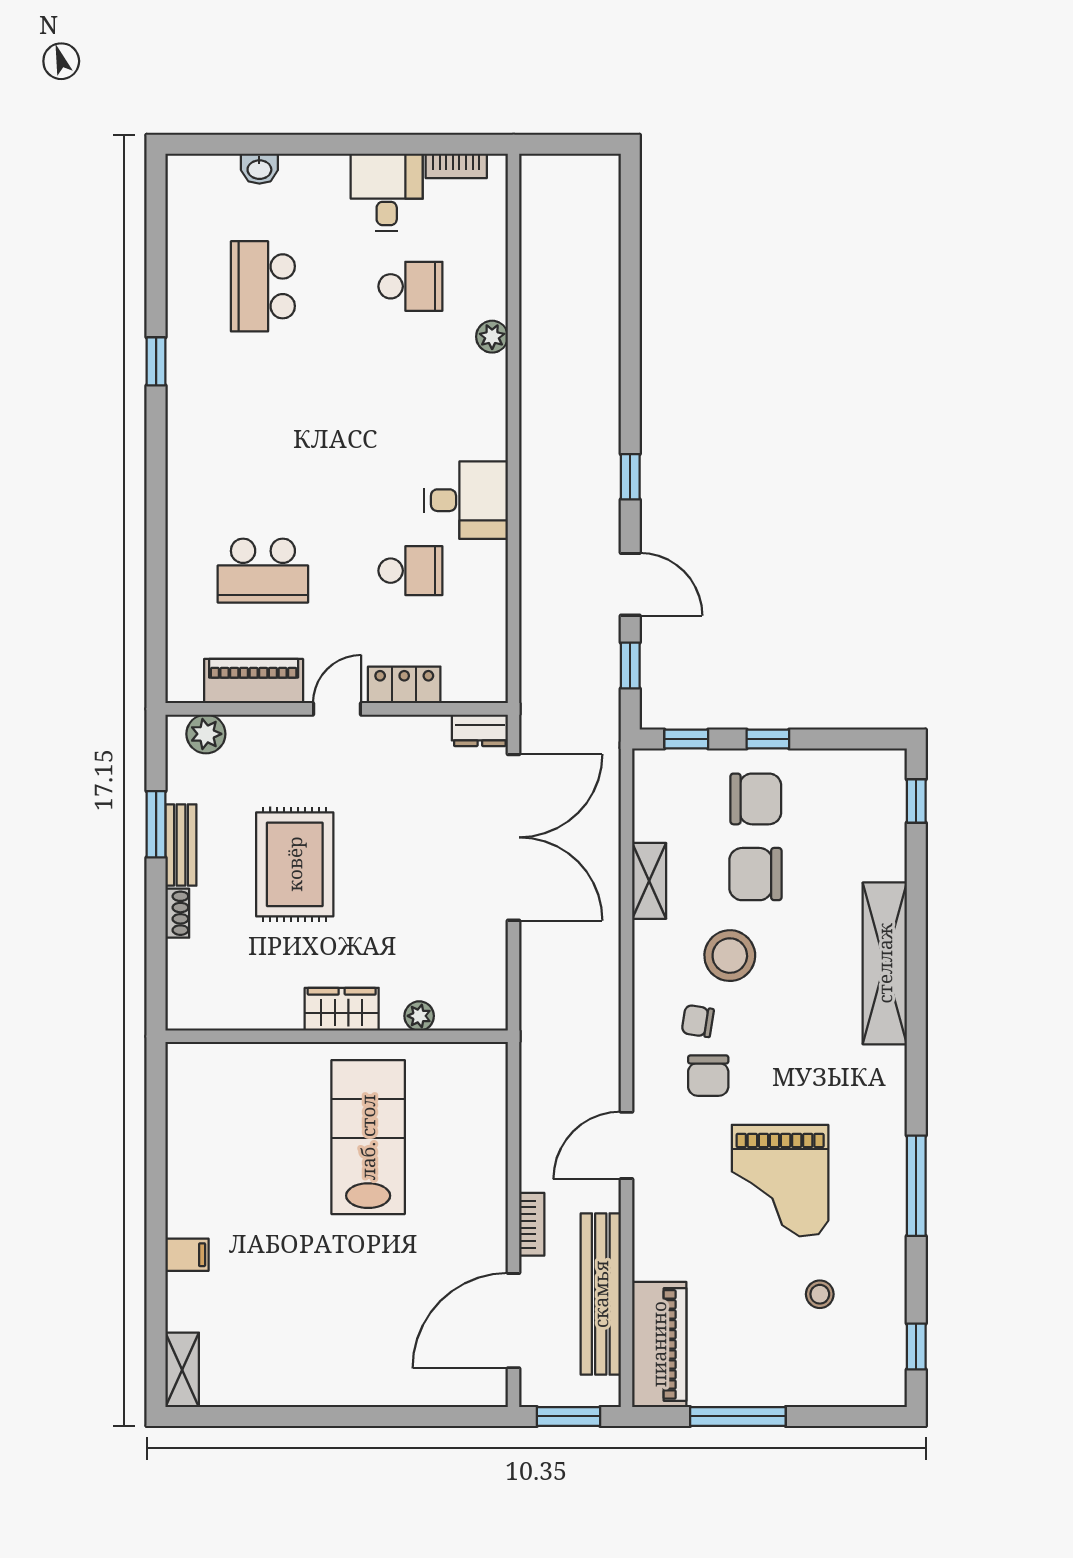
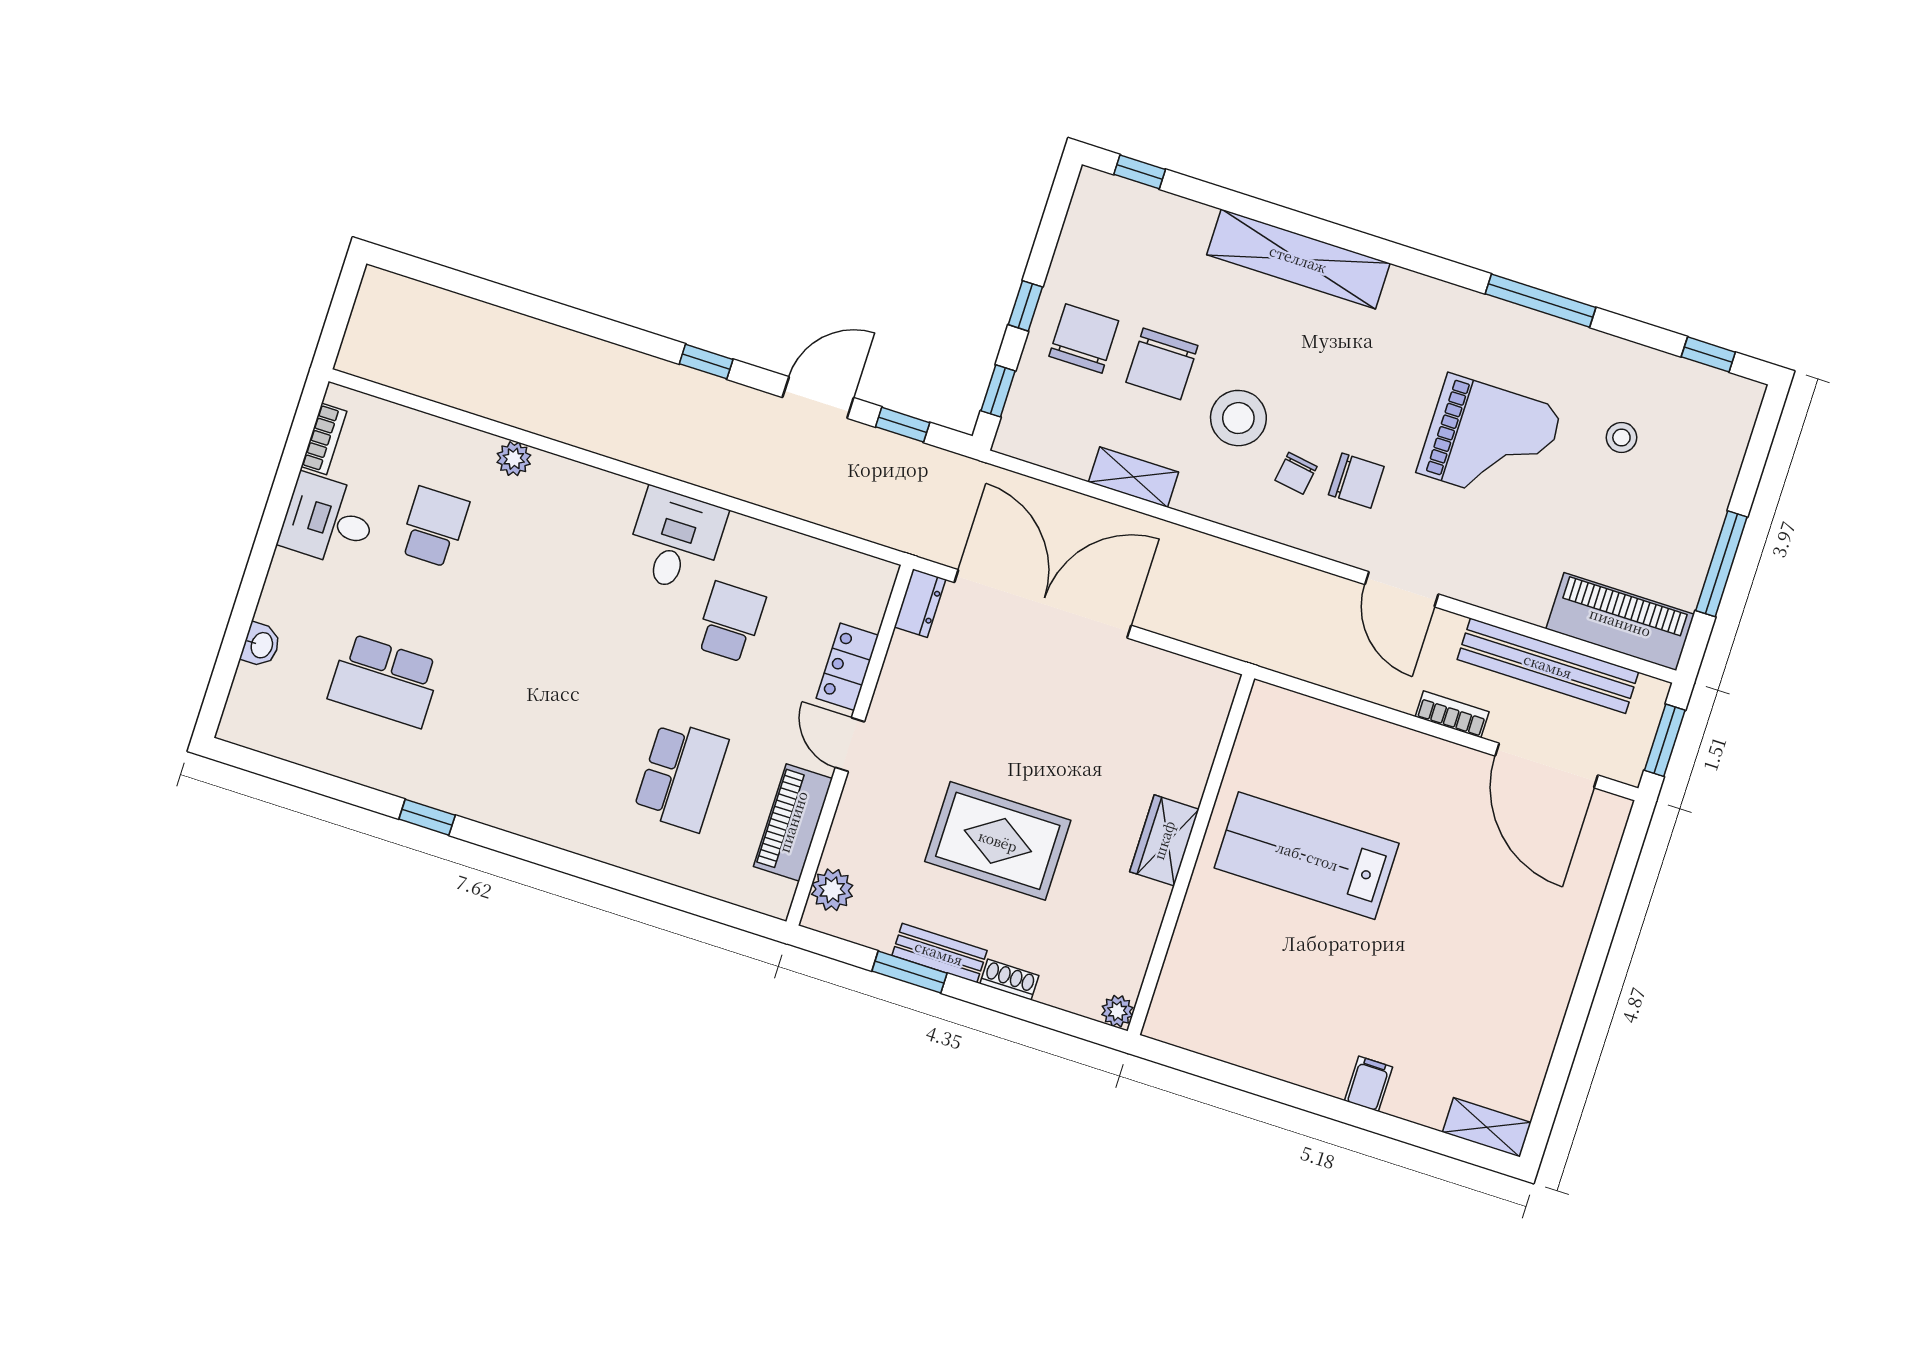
plant: (419, 1016) -> (1117, 1011), moved

